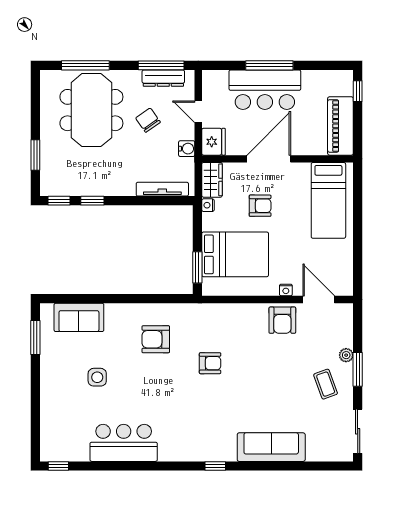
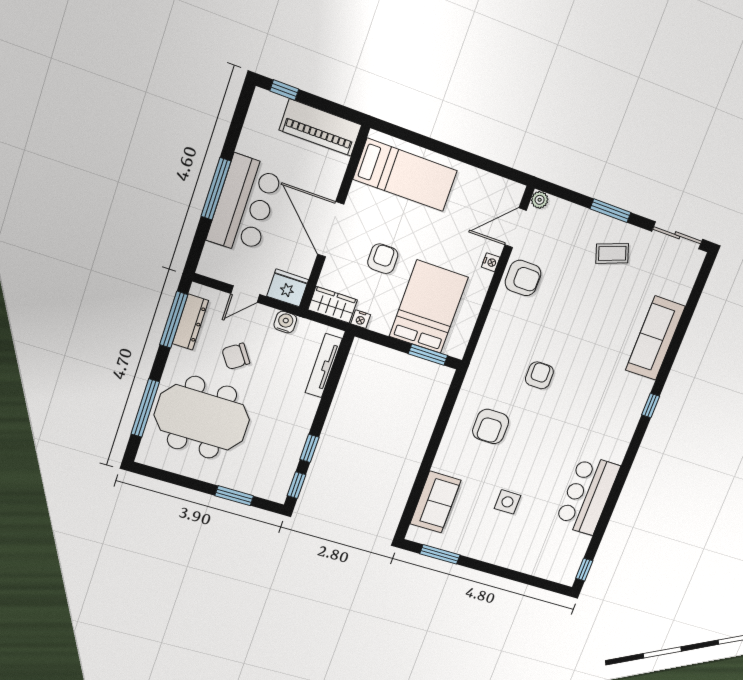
plant: (346, 355) -> (540, 200), moved

